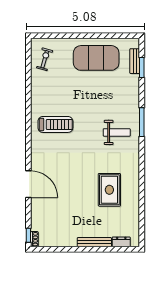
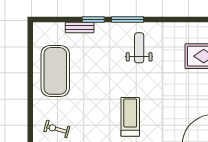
bench: (135, 61) -> (80, 28), moved
window: (142, 68) -> (93, 20), moved

